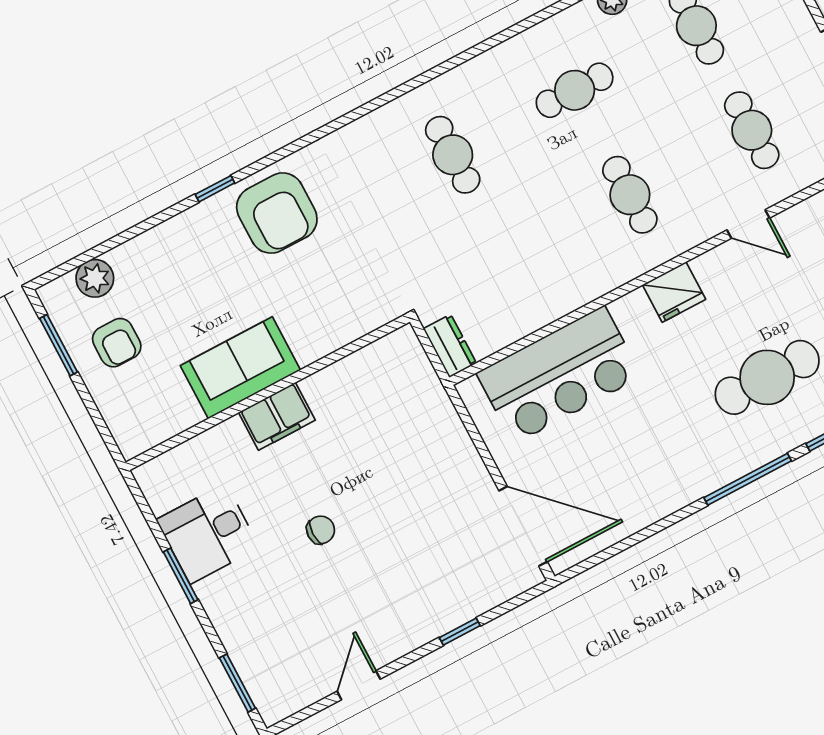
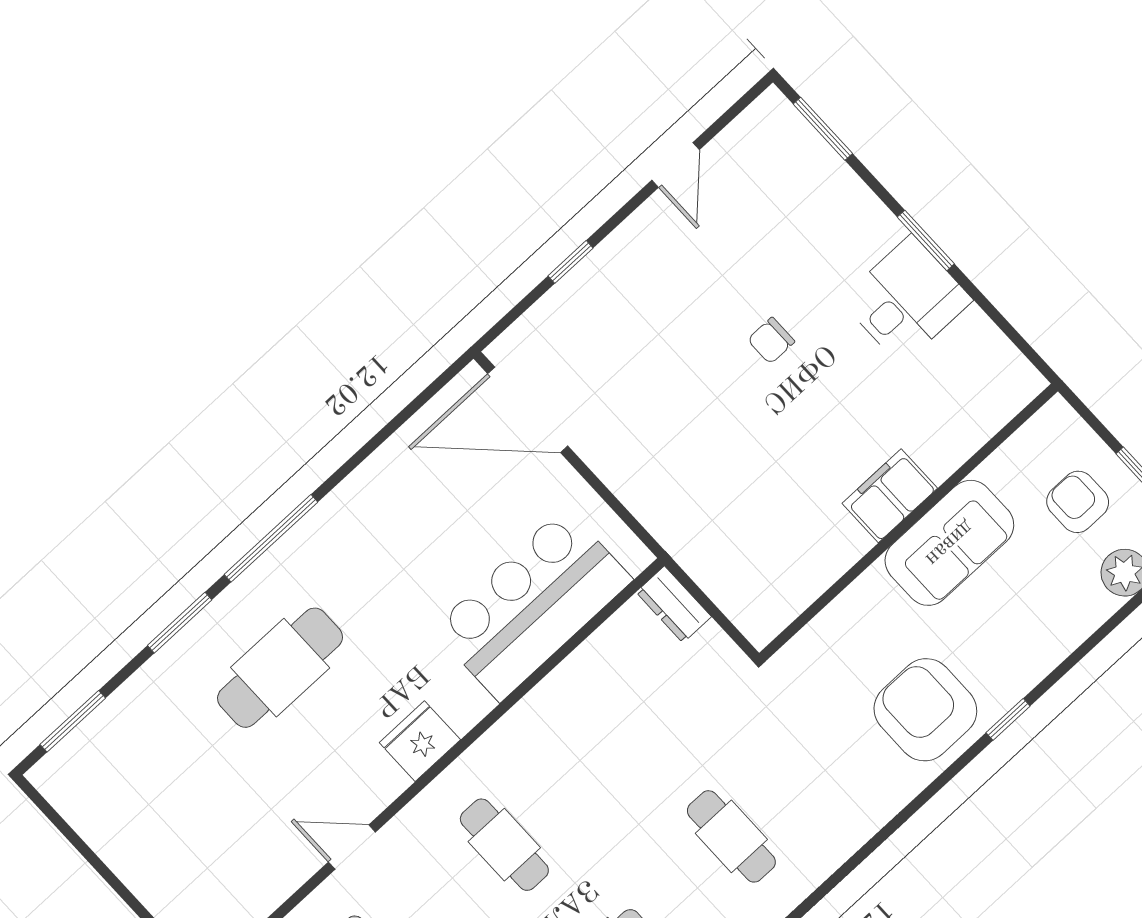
sofa: (240, 368) -> (949, 543), moved
wall: (268, 392) -> (909, 522), moved
filing cabinet: (277, 416) -> (890, 496), moved

